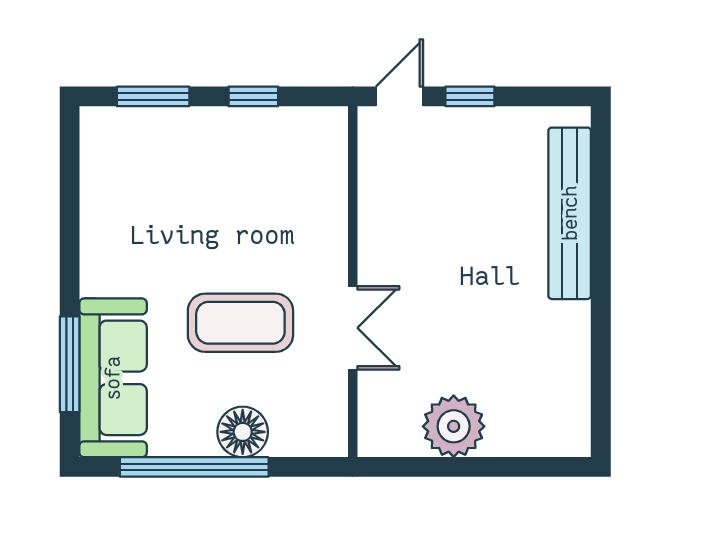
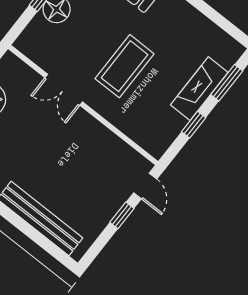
fireplace: (194, 130) -> (199, 89), added
coffee table: (240, 323) -> (125, 66), moved

